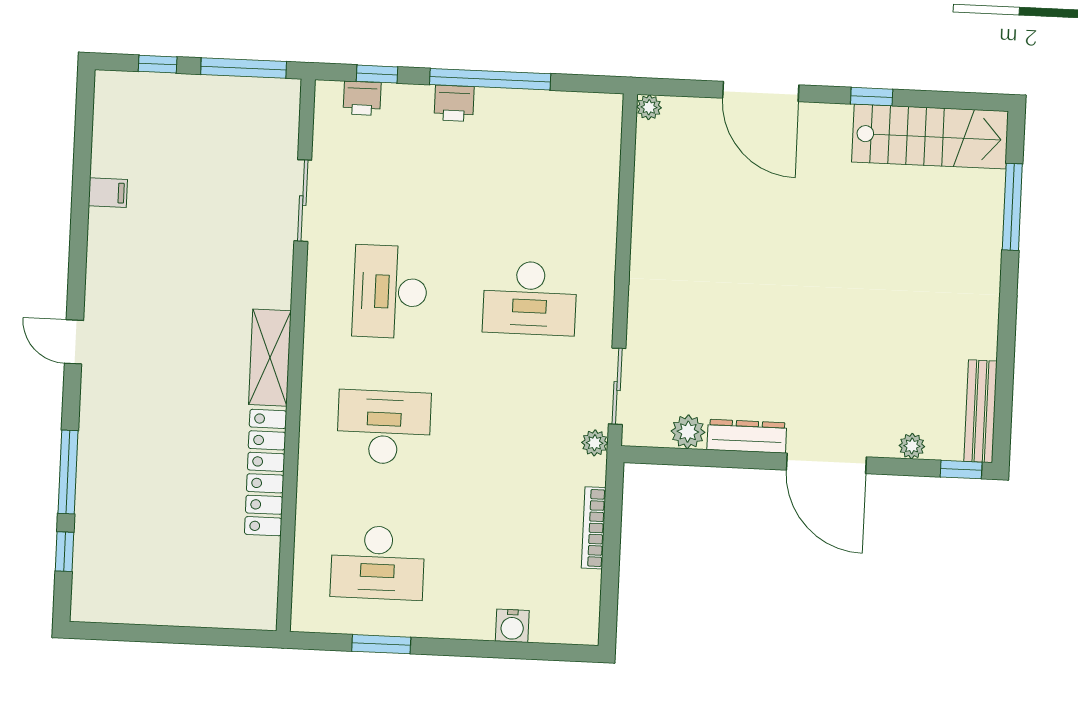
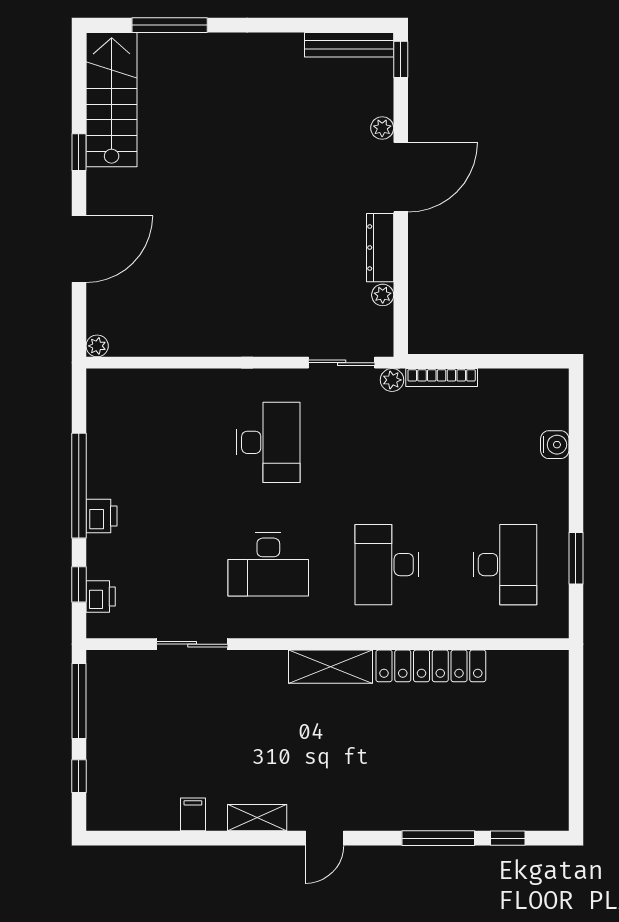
shelving: (101, 266) -> (257, 818), added
plant: (688, 432) -> (383, 295), width x0.73, depth x0.73
plant: (912, 446) -> (382, 128), moved
bookcase: (594, 528) -> (442, 378), moved

